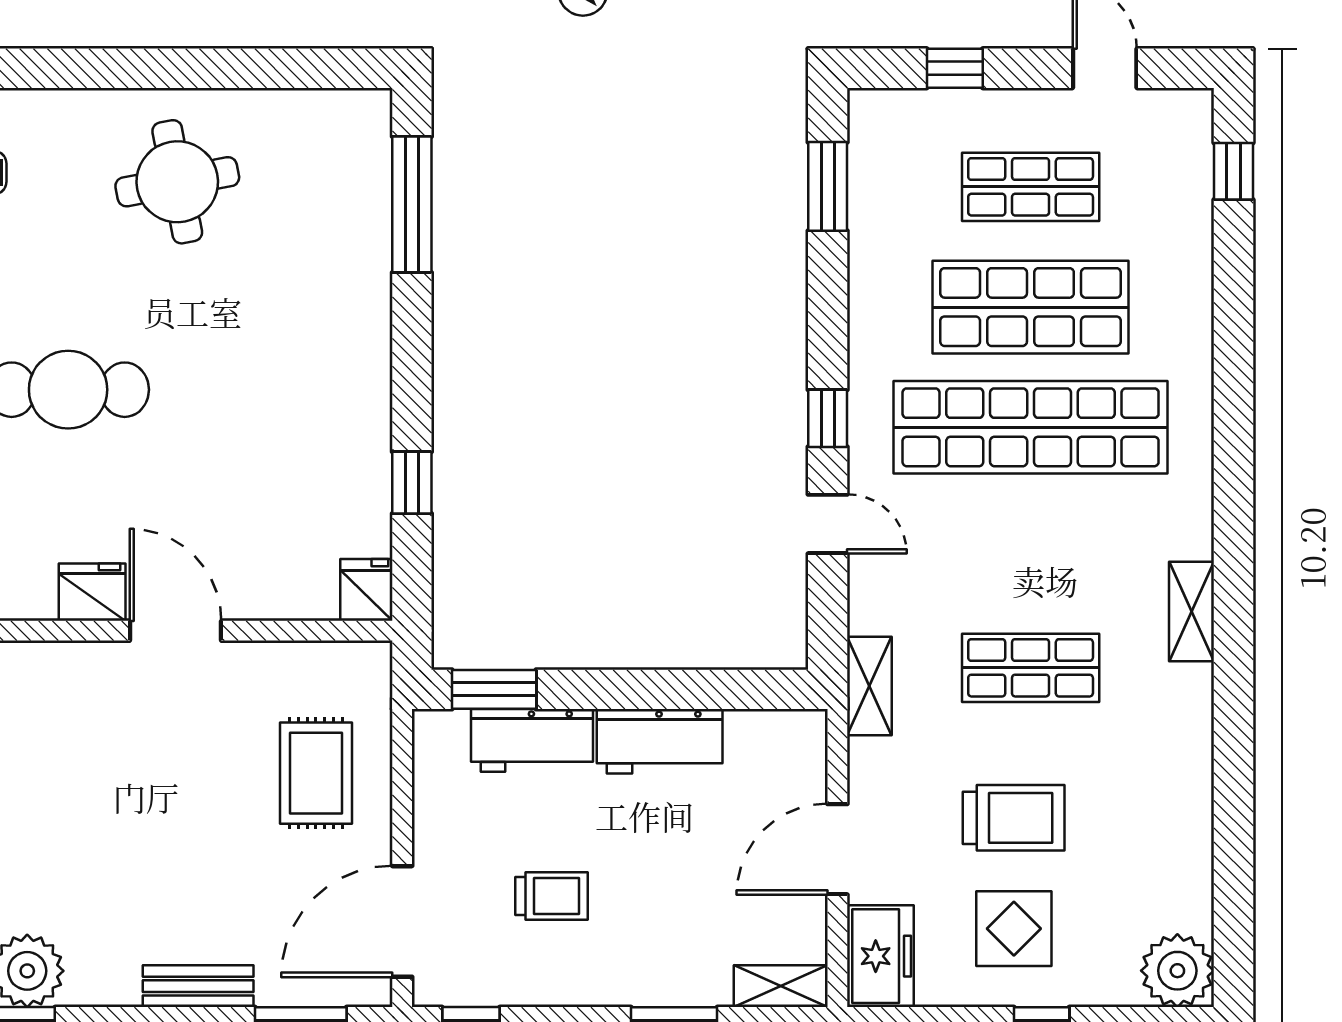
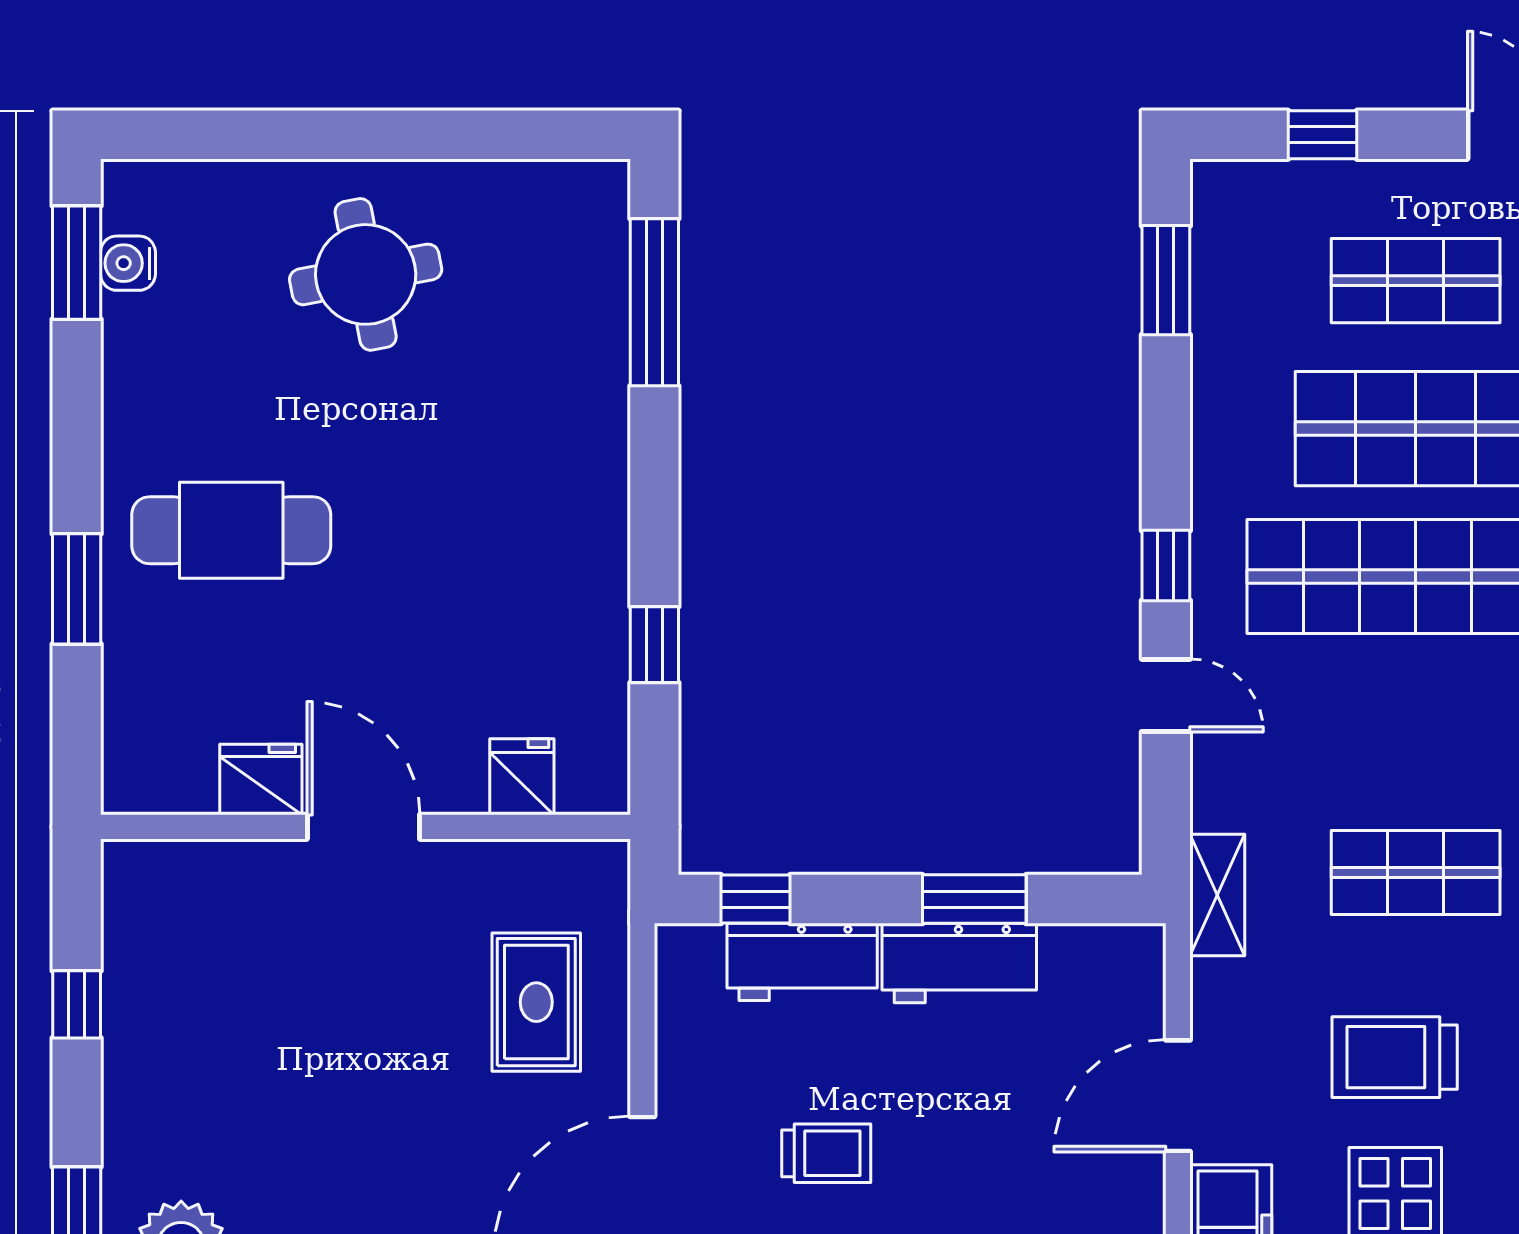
fridge: (366, 590) -> (522, 777), moved
window: (494, 689) -> (755, 899), width x0.67
window: (672, 689) -> (974, 899), added
trolley: (1014, 818) -> (1395, 1057), turned 180

